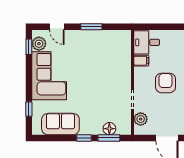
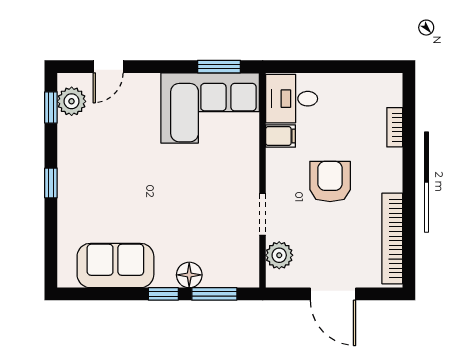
door: (57, 27) -> (108, 67), hinge flipped
window: (91, 27) -> (219, 67), moved
corner sofa: (49, 76) -> (210, 108), moved, turned 90
window: (29, 109) -> (51, 183), moved
floor lamp: (109, 129) -> (189, 275), moved

